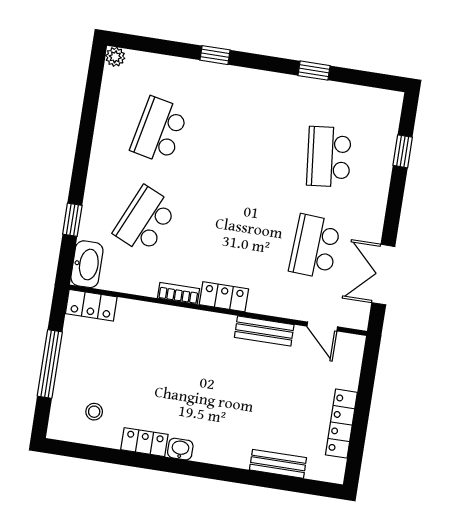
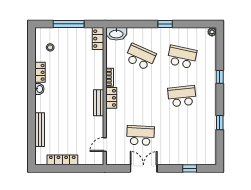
school desk: (329, 157) -> (182, 96), moved
window: (72, 220) -> (165, 24), moved
double door: (383, 275) -> (144, 168), moved
bench: (264, 331) -> (99, 103), moved
bench: (278, 464) -> (40, 130), width x1.36

